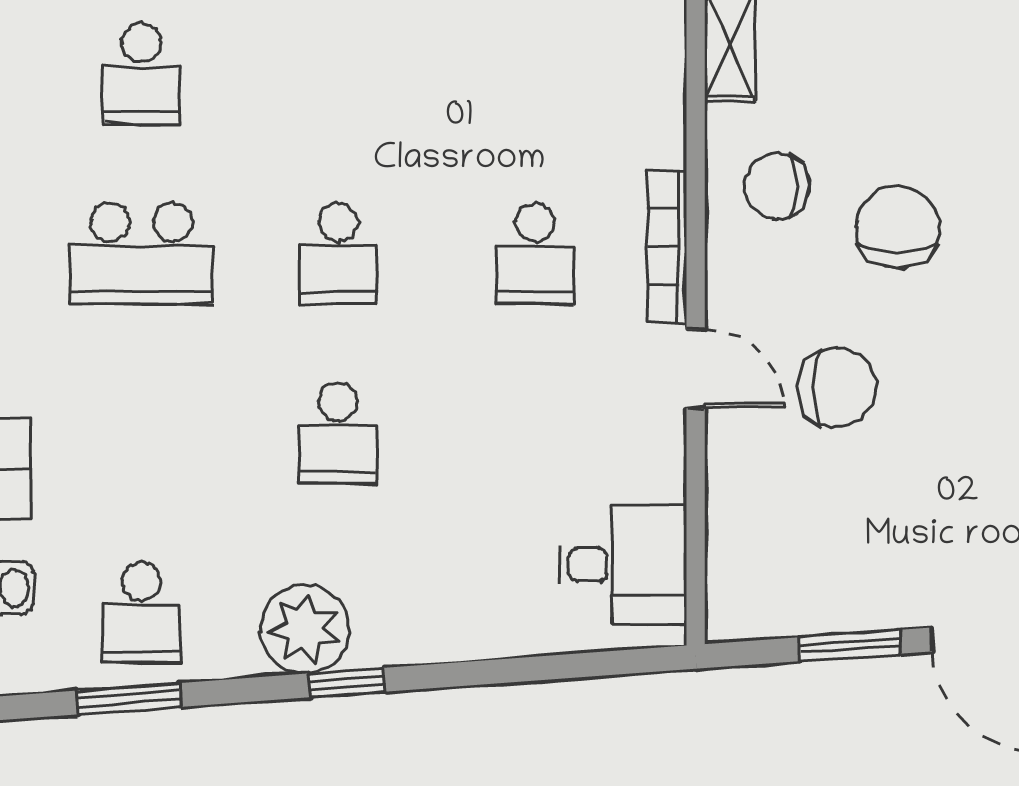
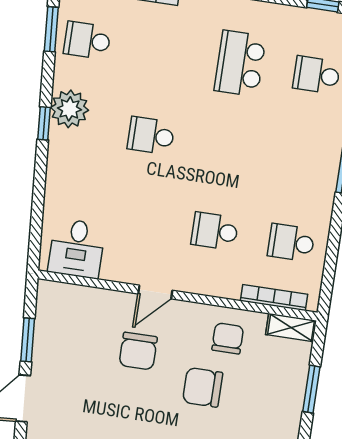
chair: (898, 227) -> (203, 387), turned 180
bookcase: (667, 247) -> (274, 298), moved
school desk: (338, 254) -> (291, 243), moved

